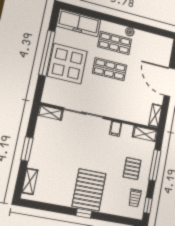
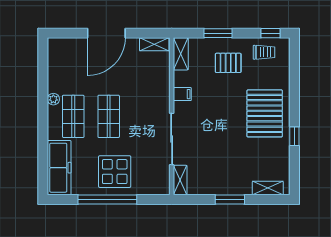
display table: (67, 64) -> (115, 172), width x0.73, depth x0.73
window: (155, 165) -> (218, 33), width x0.69
pallet: (89, 190) -> (265, 113), turned 90
window: (84, 213) -> (294, 136), moved

